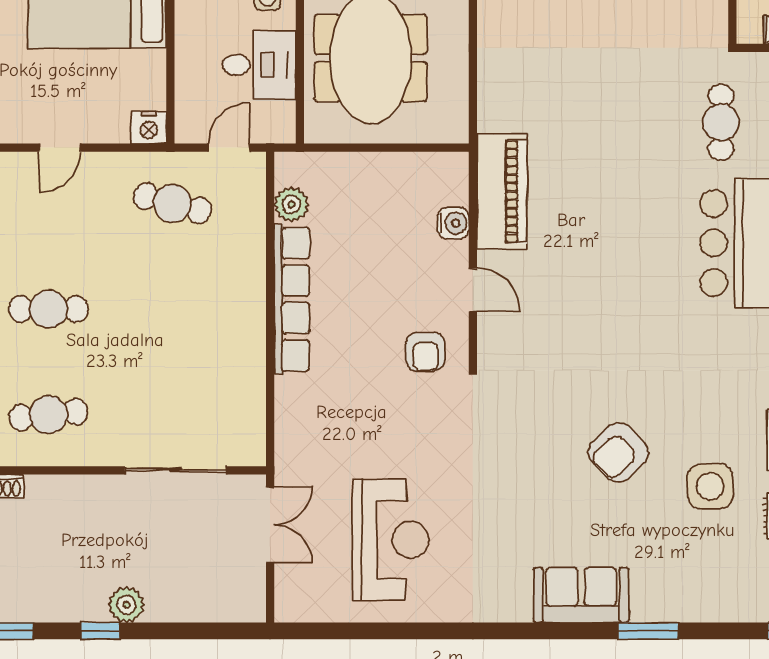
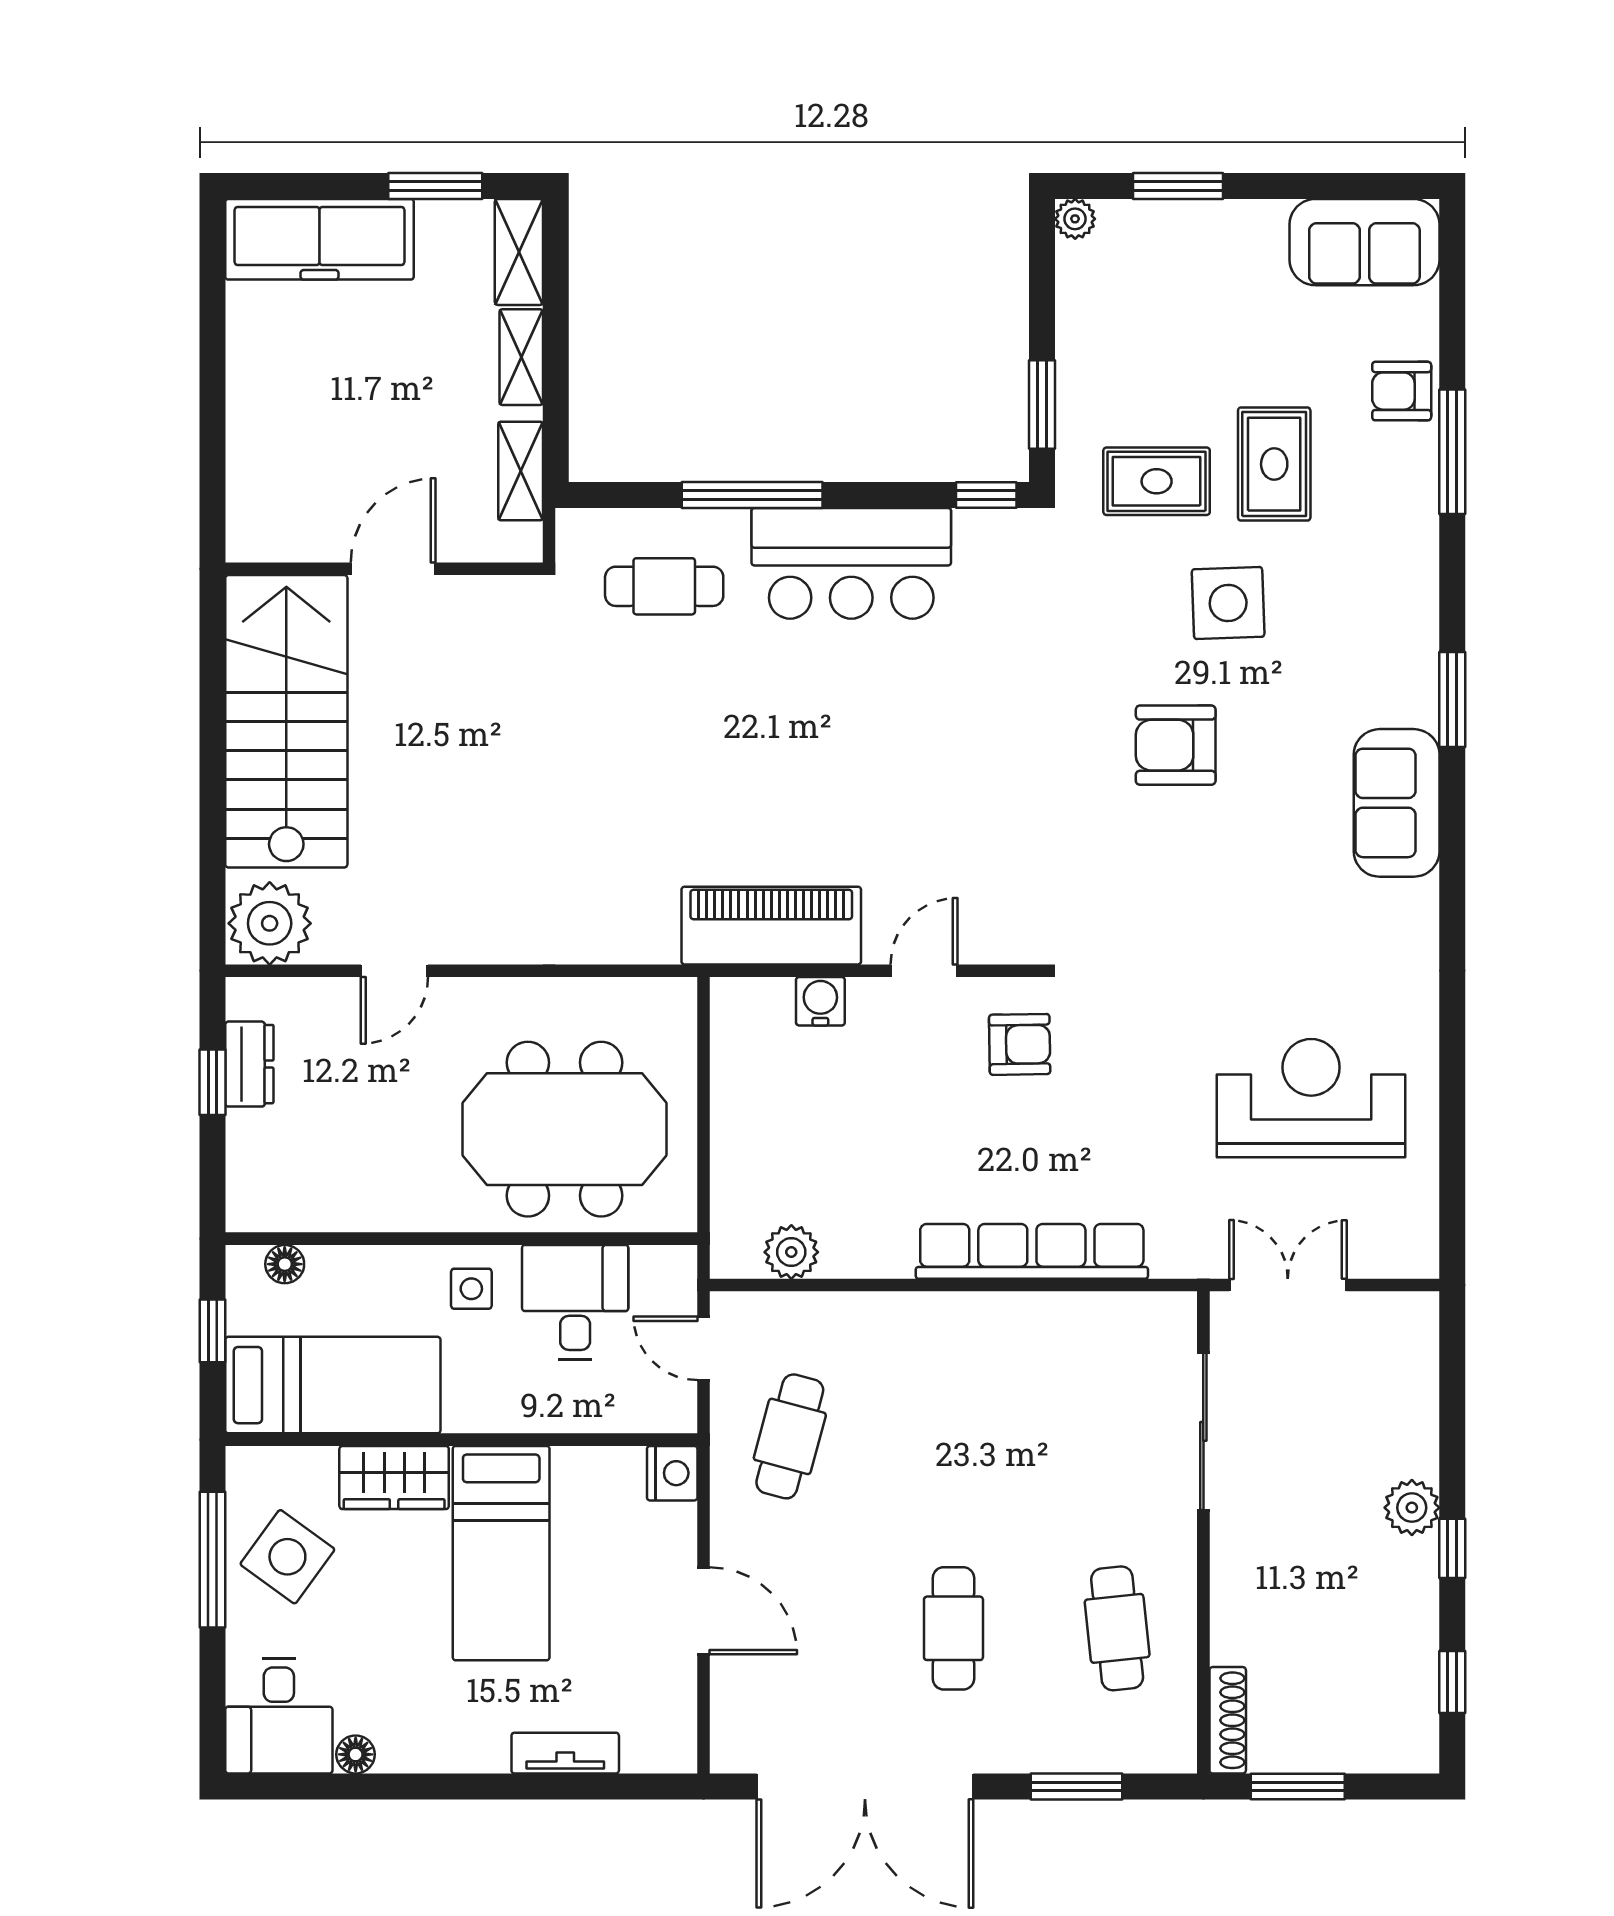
door: (60, 148) -> (704, 1611), width x1.38
row of seats: (292, 299) -> (1032, 1251), moved
armchair: (618, 452) -> (1176, 745), turned 134

